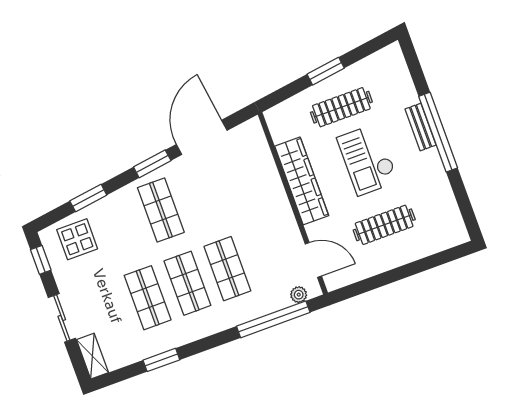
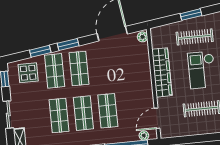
plant: (254, 130) -> (143, 37), added
window: (152, 164) -> (68, 45), moved
shop shelf: (121, 225) -> (55, 71), added
door: (313, 260) -> (157, 118), swing flipped

